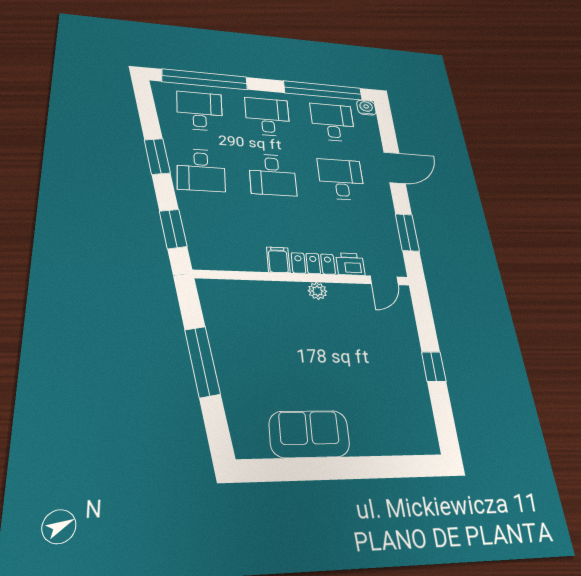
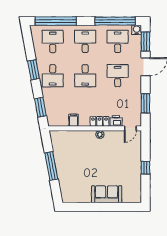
window: (386, 127) -> (145, 41), added
filing cabinet: (278, 260) -> (73, 120), moved
sofa: (309, 434) -> (107, 194), moved

